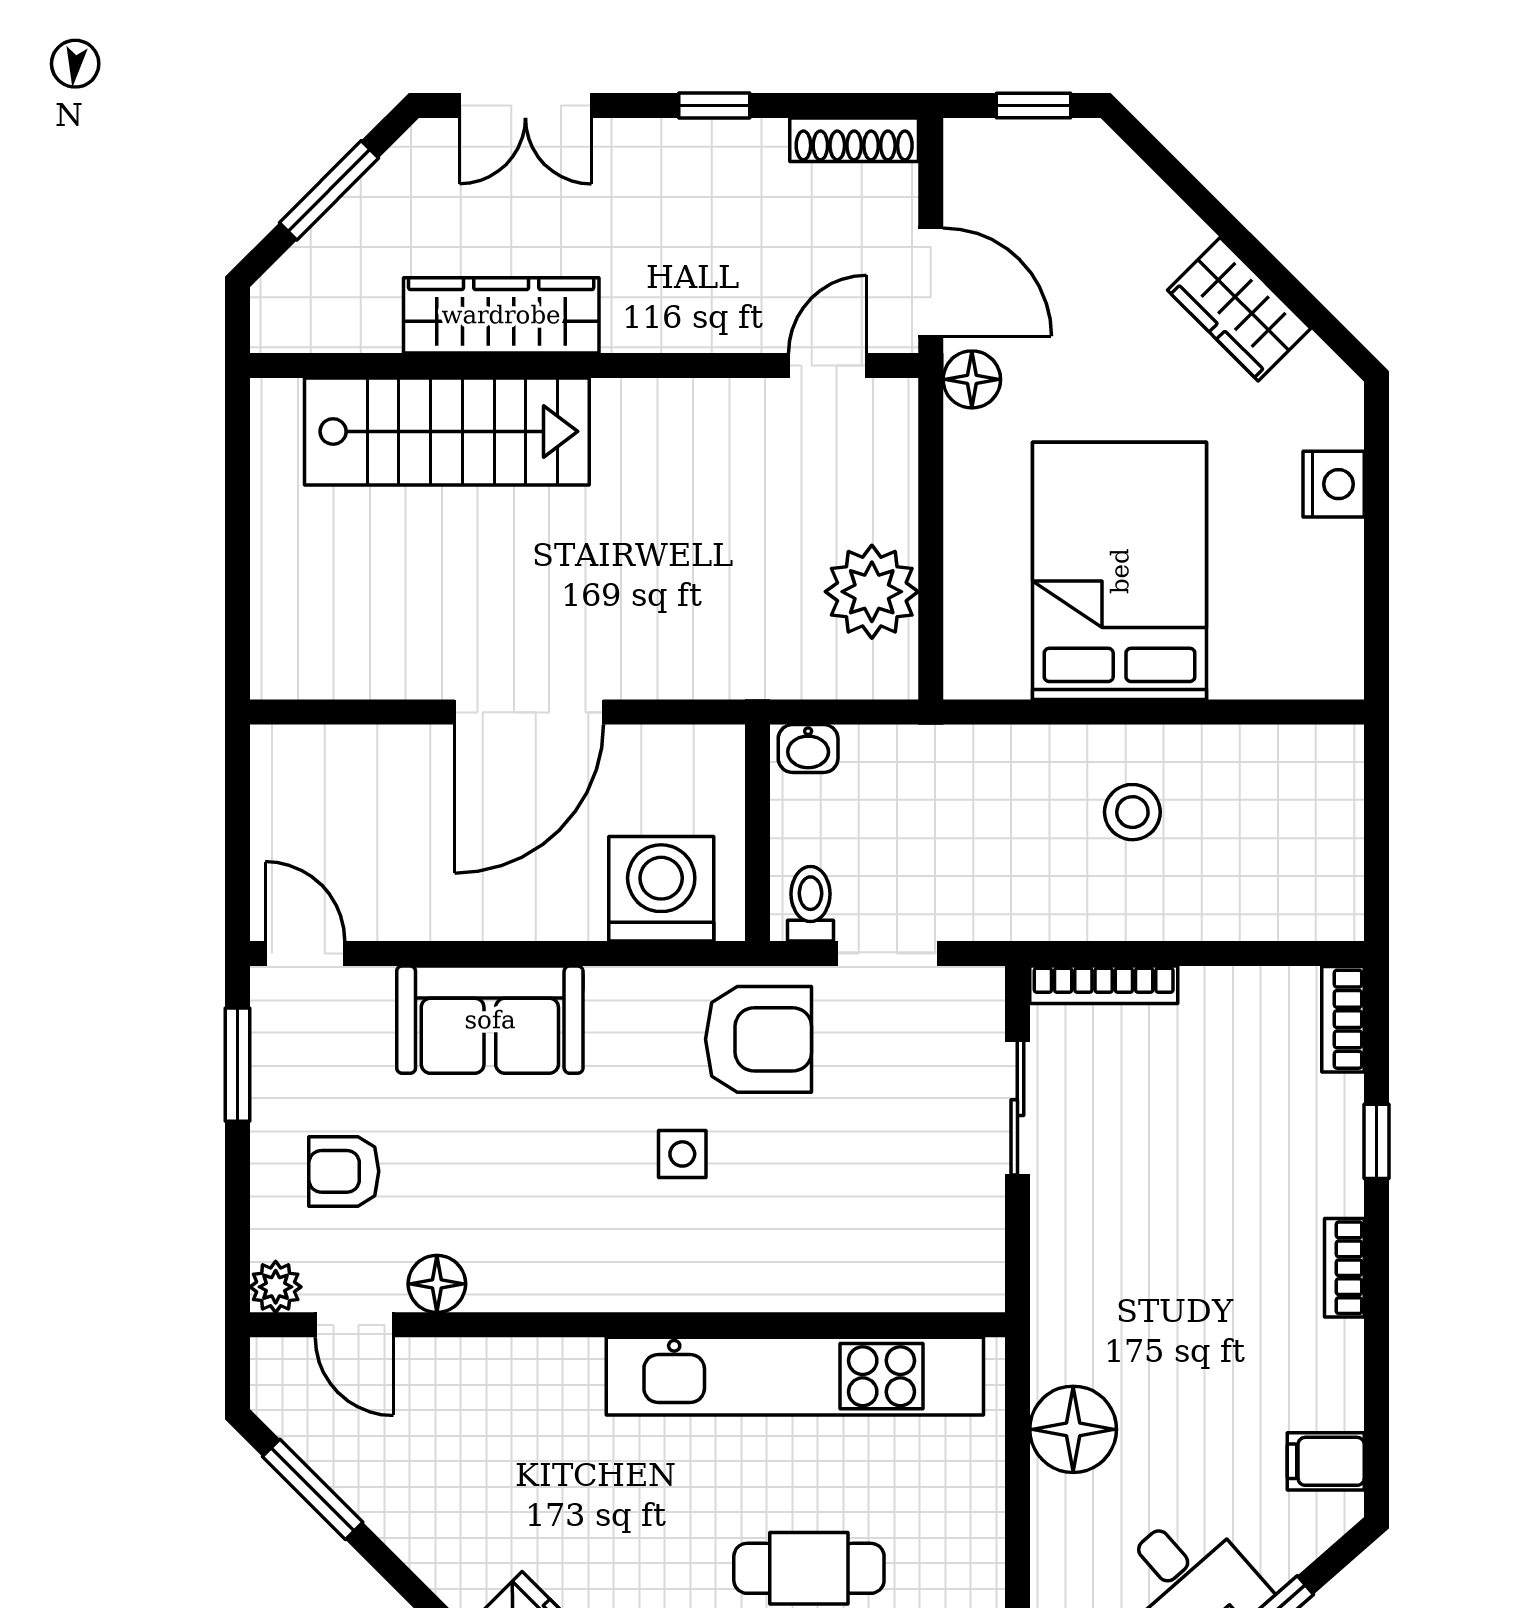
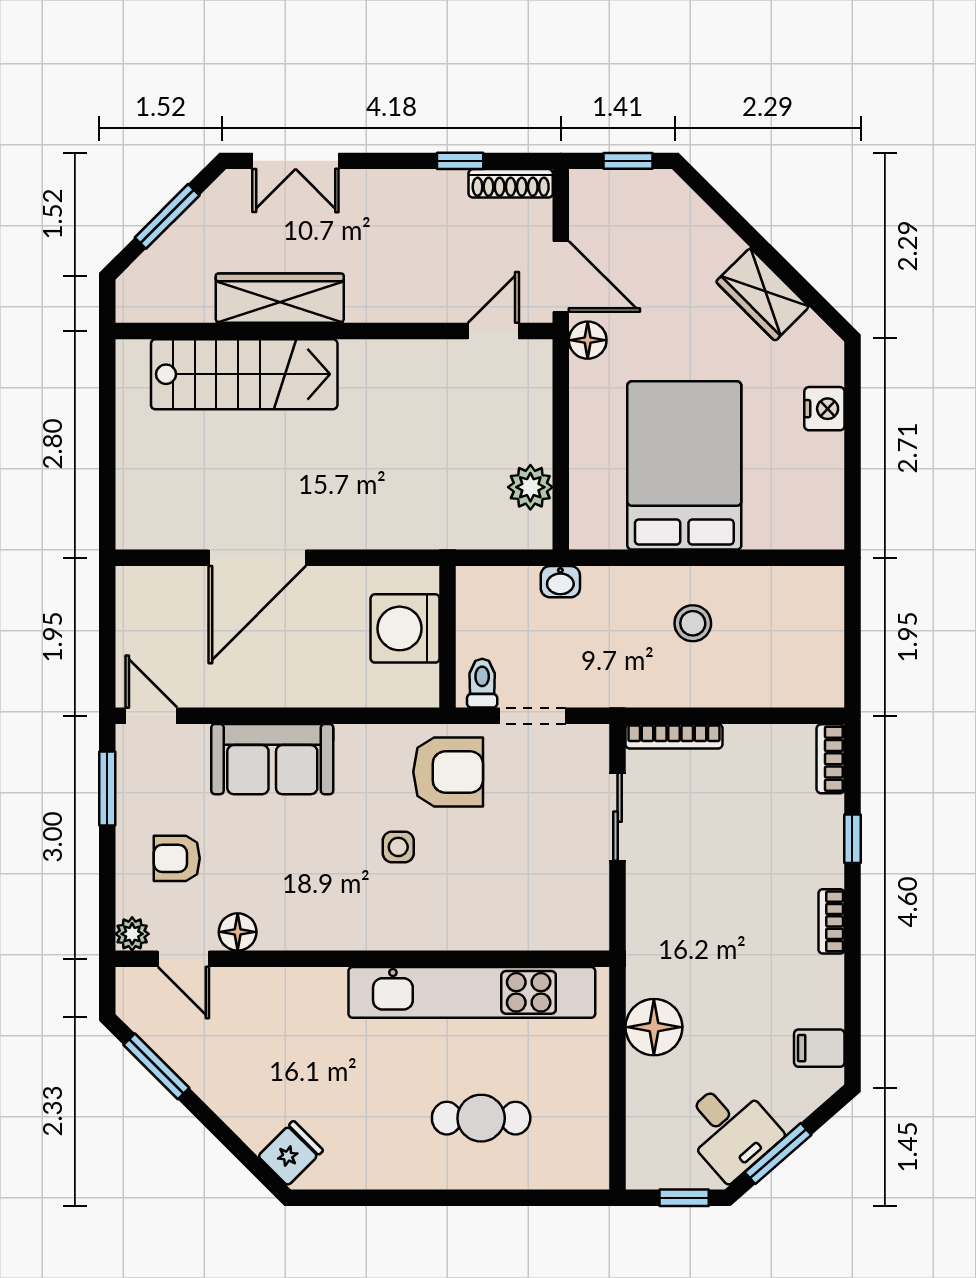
window: (714, 105) -> (460, 161), moved
plant: (872, 592) -> (530, 487), width x0.73, depth x0.73
door: (529, 712) -> (257, 558), moved
washbasin: (808, 749) -> (560, 582), moved
washing machine: (661, 889) -> (405, 628), moved, turned -90

